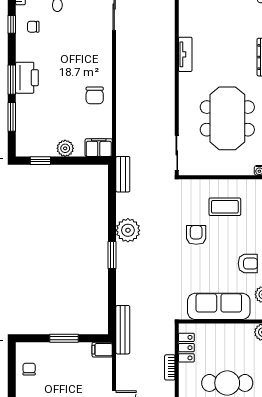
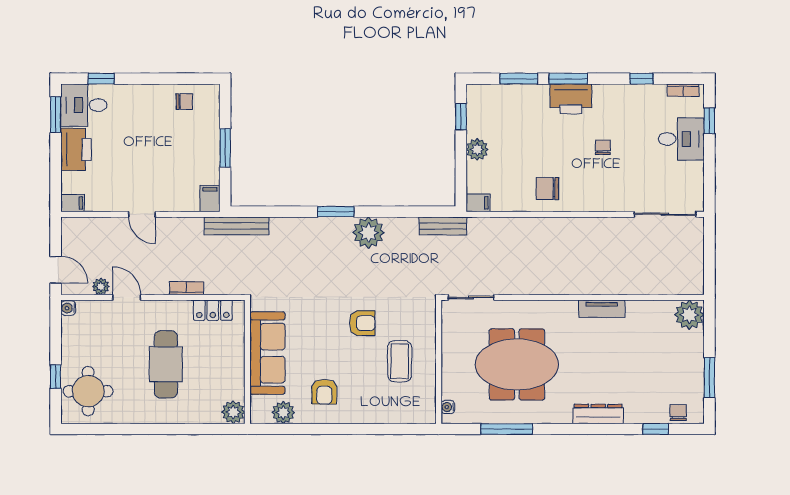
chair: (33, 27) -> (603, 147), moved
filing cabinet: (99, 148) -> (478, 203), width x0.50

